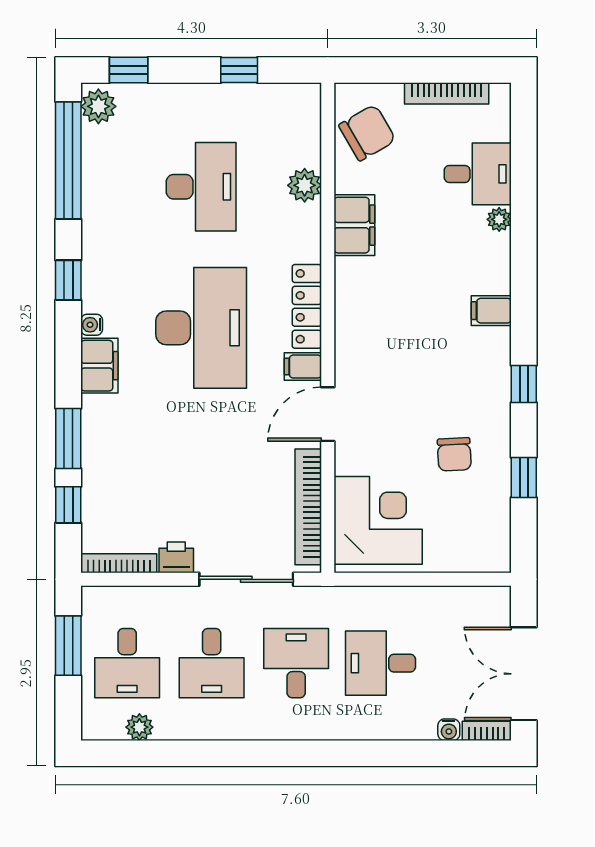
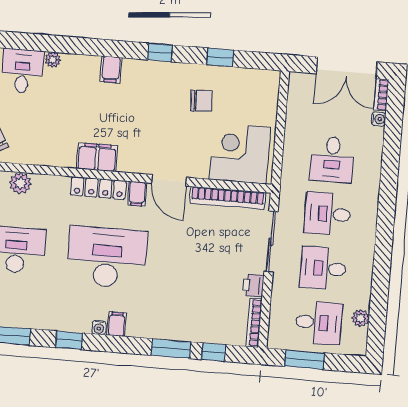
filing cabinet: (354, 225) -> (97, 157), moved
filing cabinet: (99, 366) -> (117, 324), width x0.50
desk: (212, 663) -> (323, 268), turned 180

